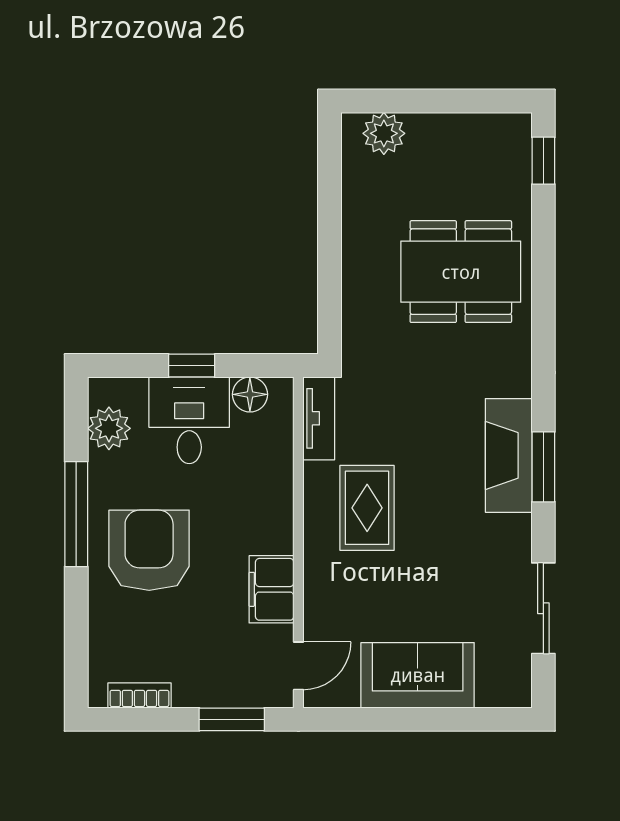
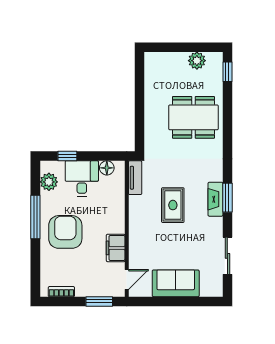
plant: (384, 133) -> (197, 61), moved
window: (192, 366) -> (67, 156), moved
fireplace: (509, 455) -> (215, 199), width x0.73, depth x0.76
rug: (367, 508) -> (173, 205), moved

